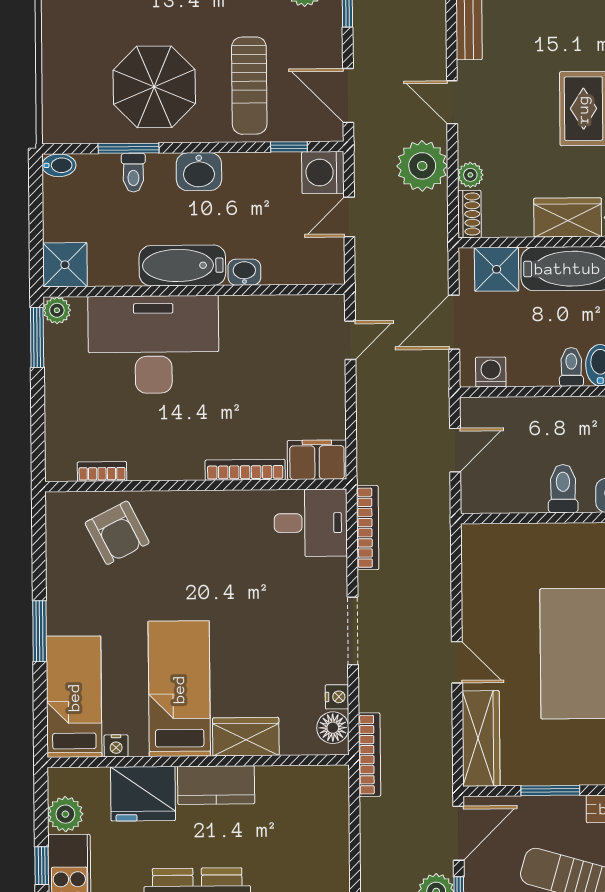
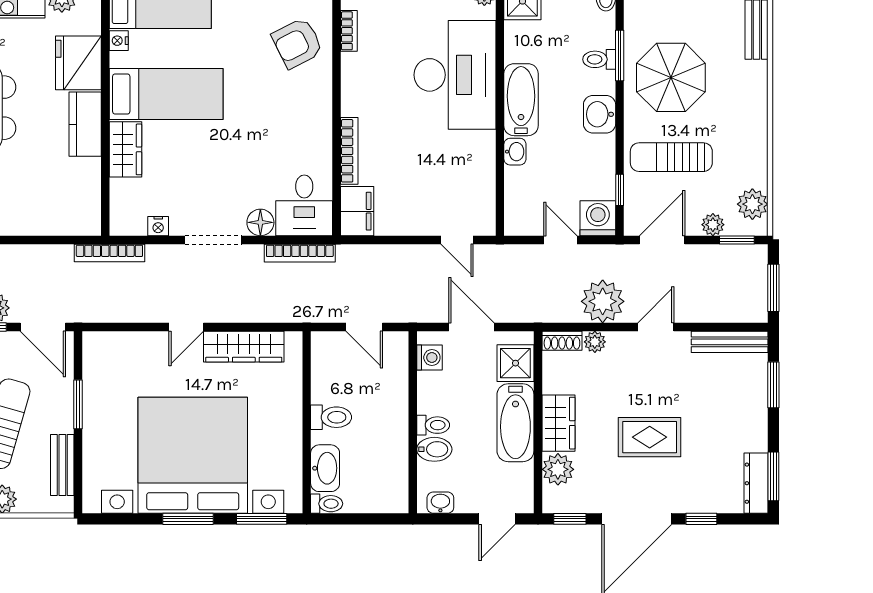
plant: (329, 35) -> (713, 225), added
floor lamp: (333, 728) -> (260, 222), moved
wardrobe: (481, 738) -> (244, 347), moved

